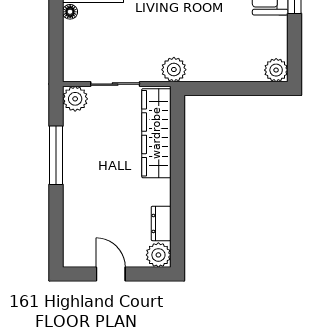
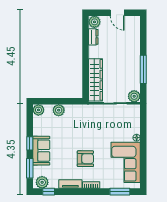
plant: (174, 70) -> (59, 110), moved

